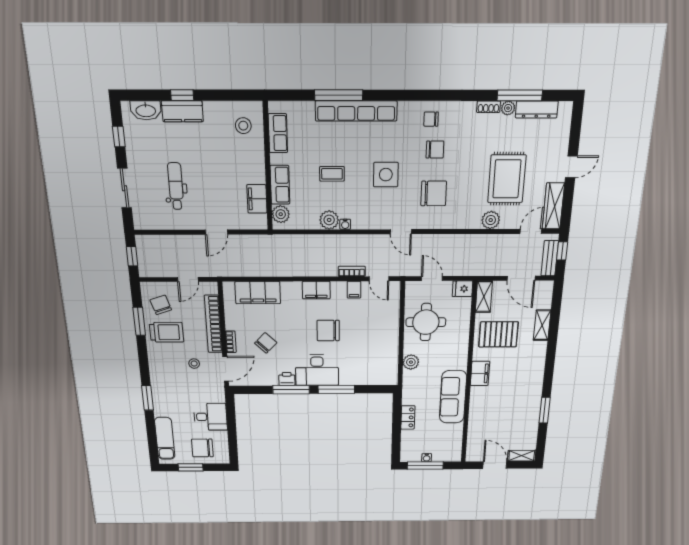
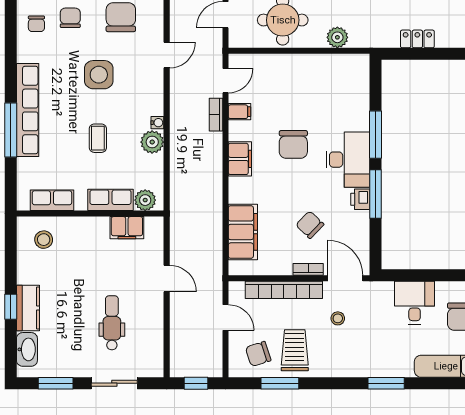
window: (119, 137) -> (56, 383), width x1.50
dental chair: (176, 186) -> (112, 323), turned 90

